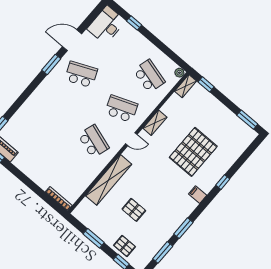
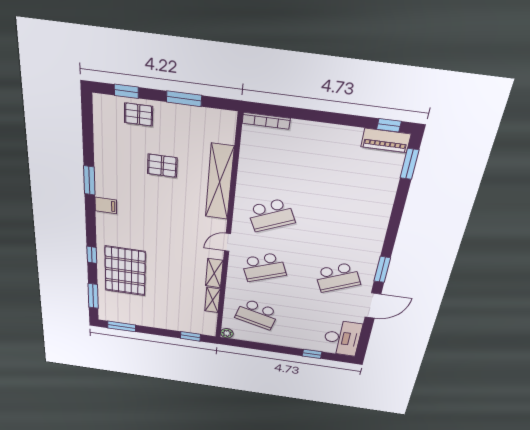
shelving: (186, 86) -> (212, 300), moved
school desk: (93, 141) -> (271, 215), turned -42
pallet: (193, 152) -> (125, 271), moved
filing cabinet: (198, 195) -> (106, 205), moved
window: (163, 252) -> (93, 296), moved

